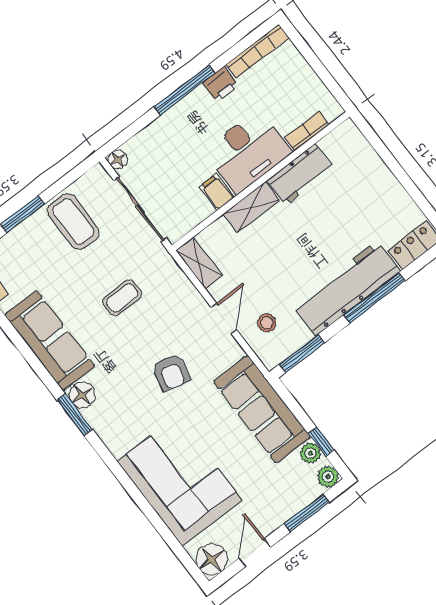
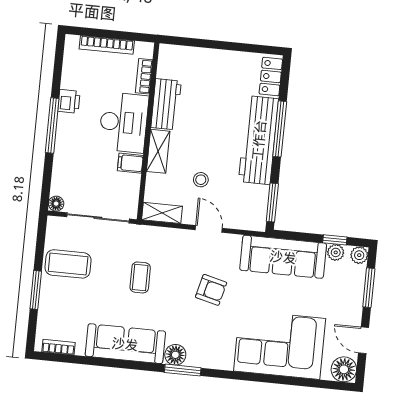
bookcase: (257, 51) -> (107, 45), moved, turned 90
stool: (267, 323) -> (201, 180), moved

